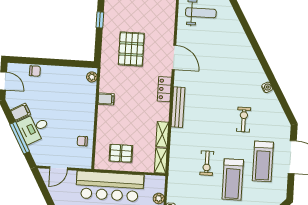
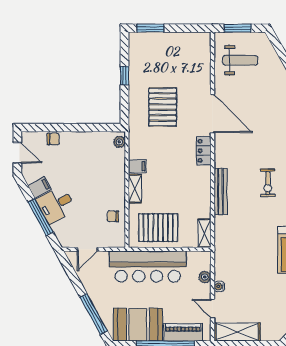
door: (174, 57) -> (212, 114), width x1.36
bench: (178, 107) -> (221, 192), moved
shelving: (162, 134) -> (135, 189), moved
pallet: (121, 153) -> (158, 228), width x1.50, depth x1.42
exercise bike: (207, 163) -> (268, 183), moved

